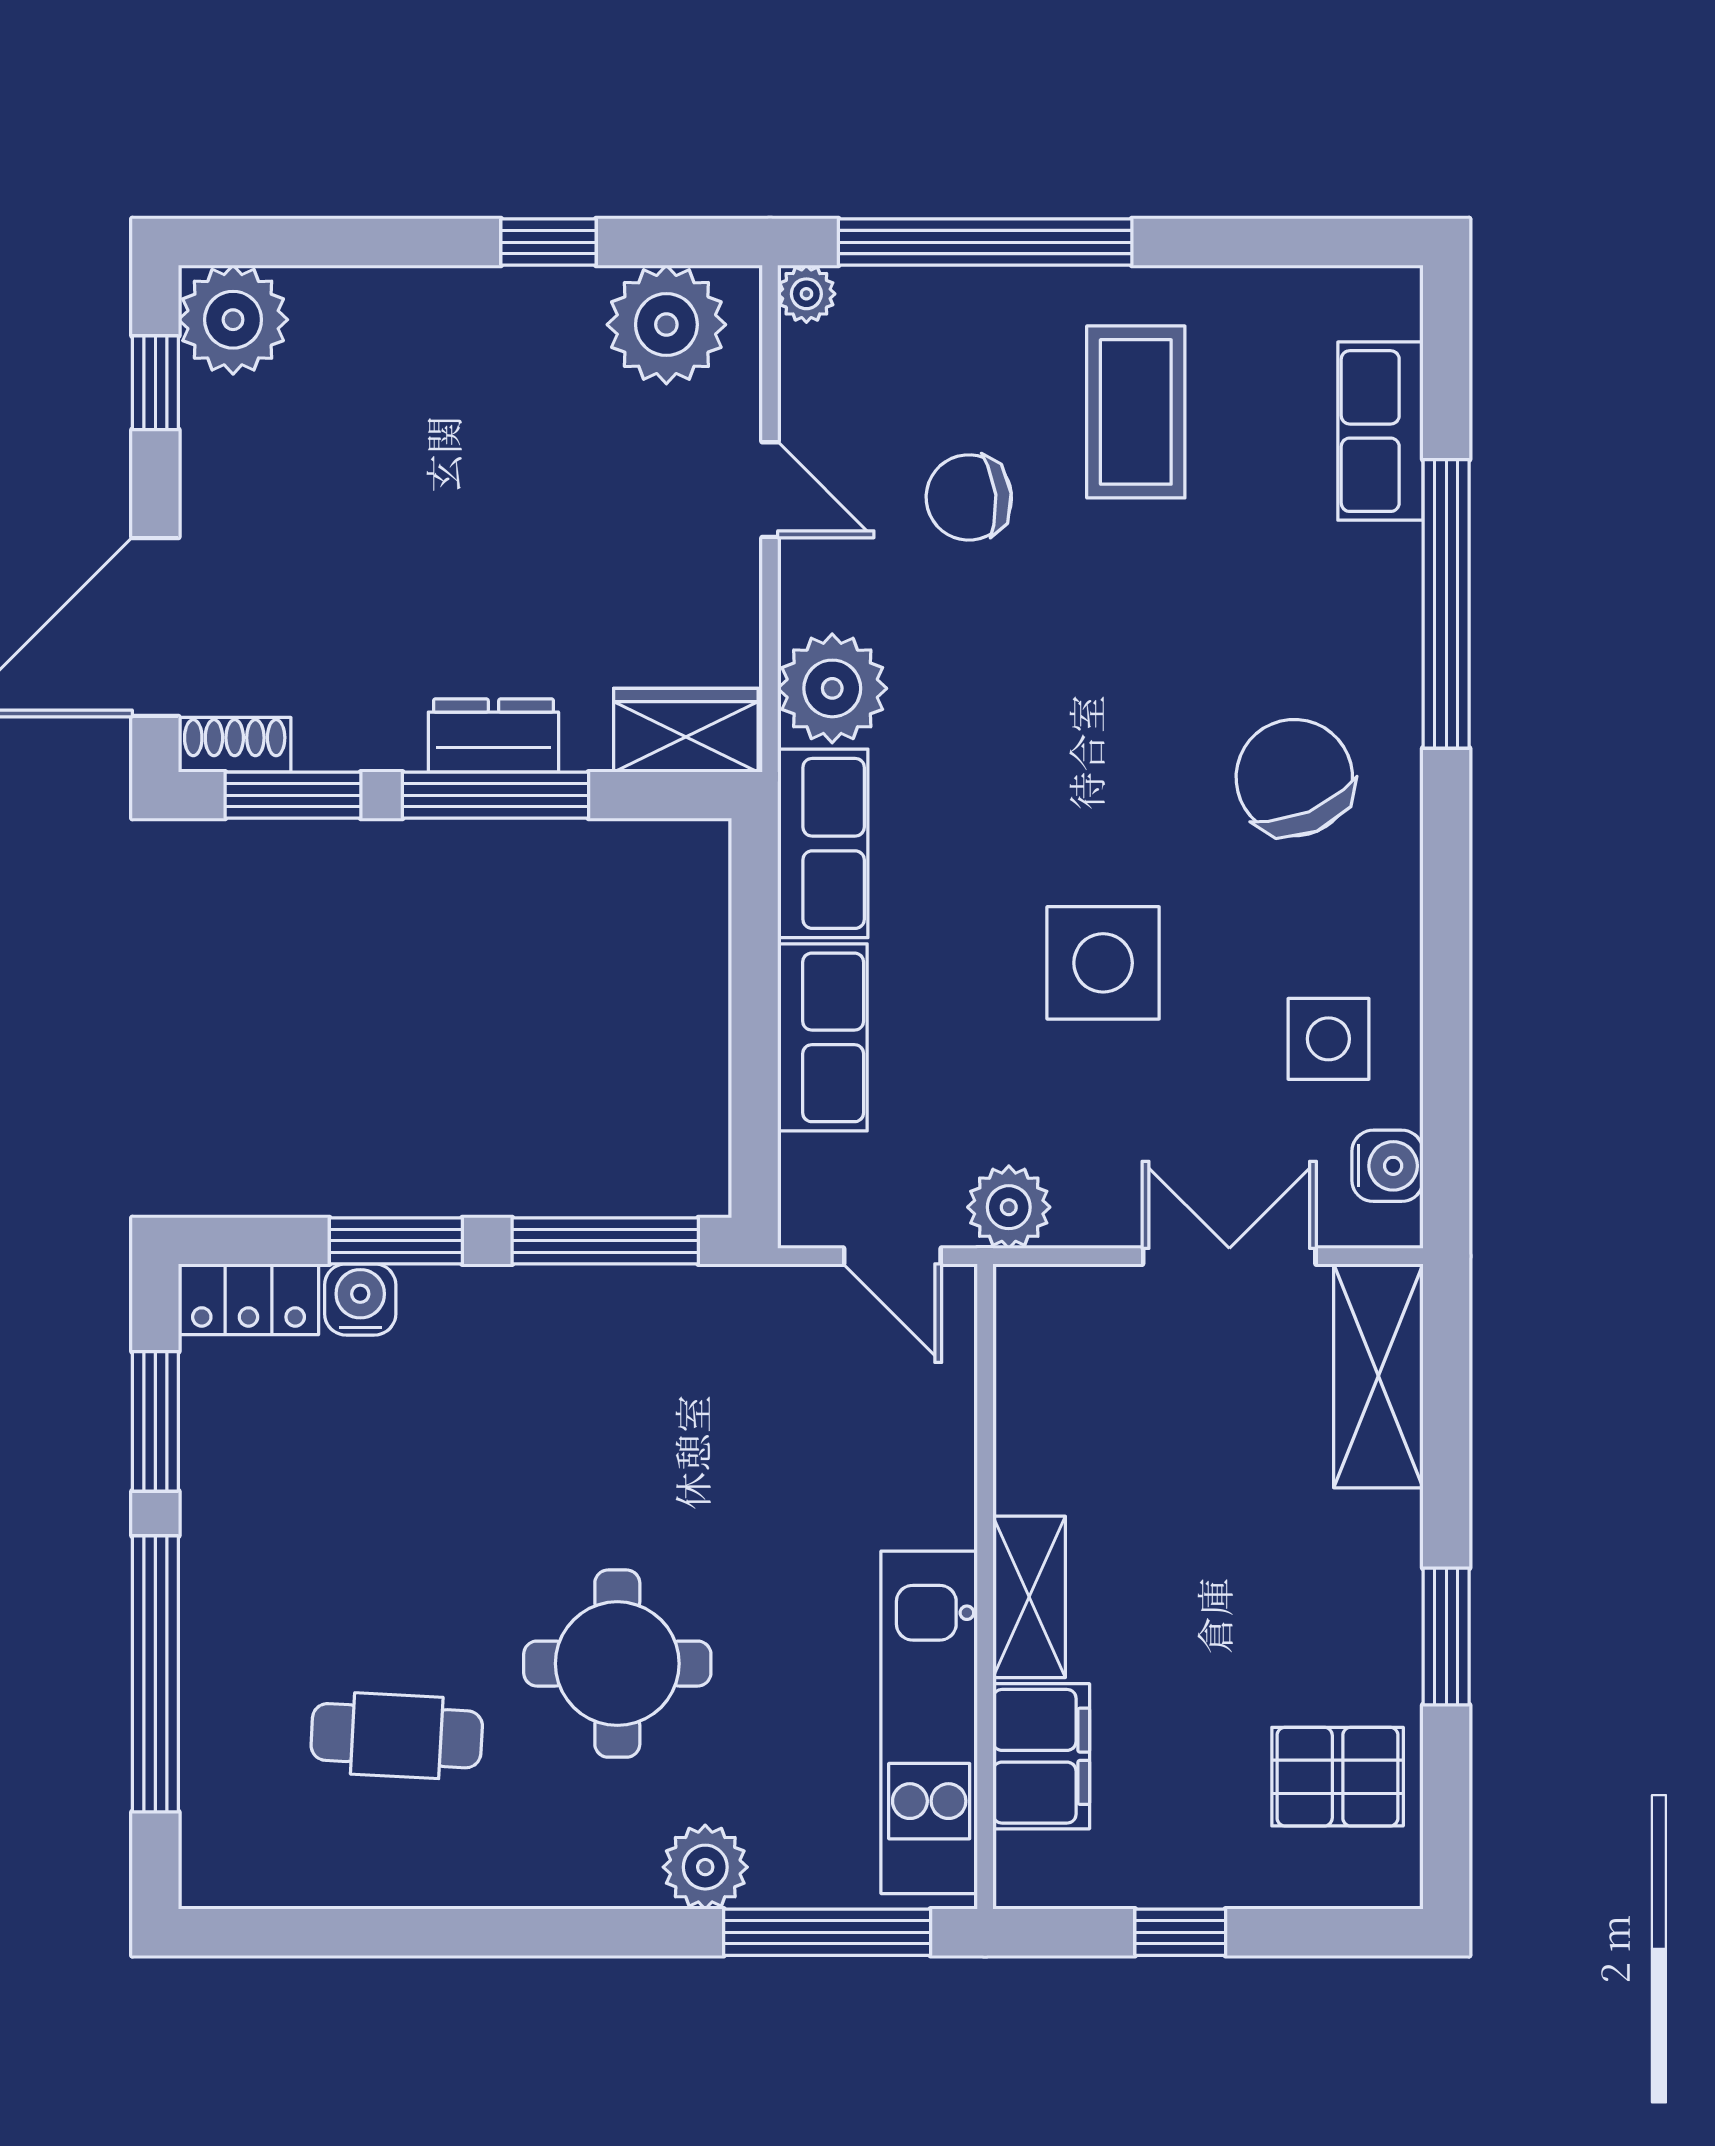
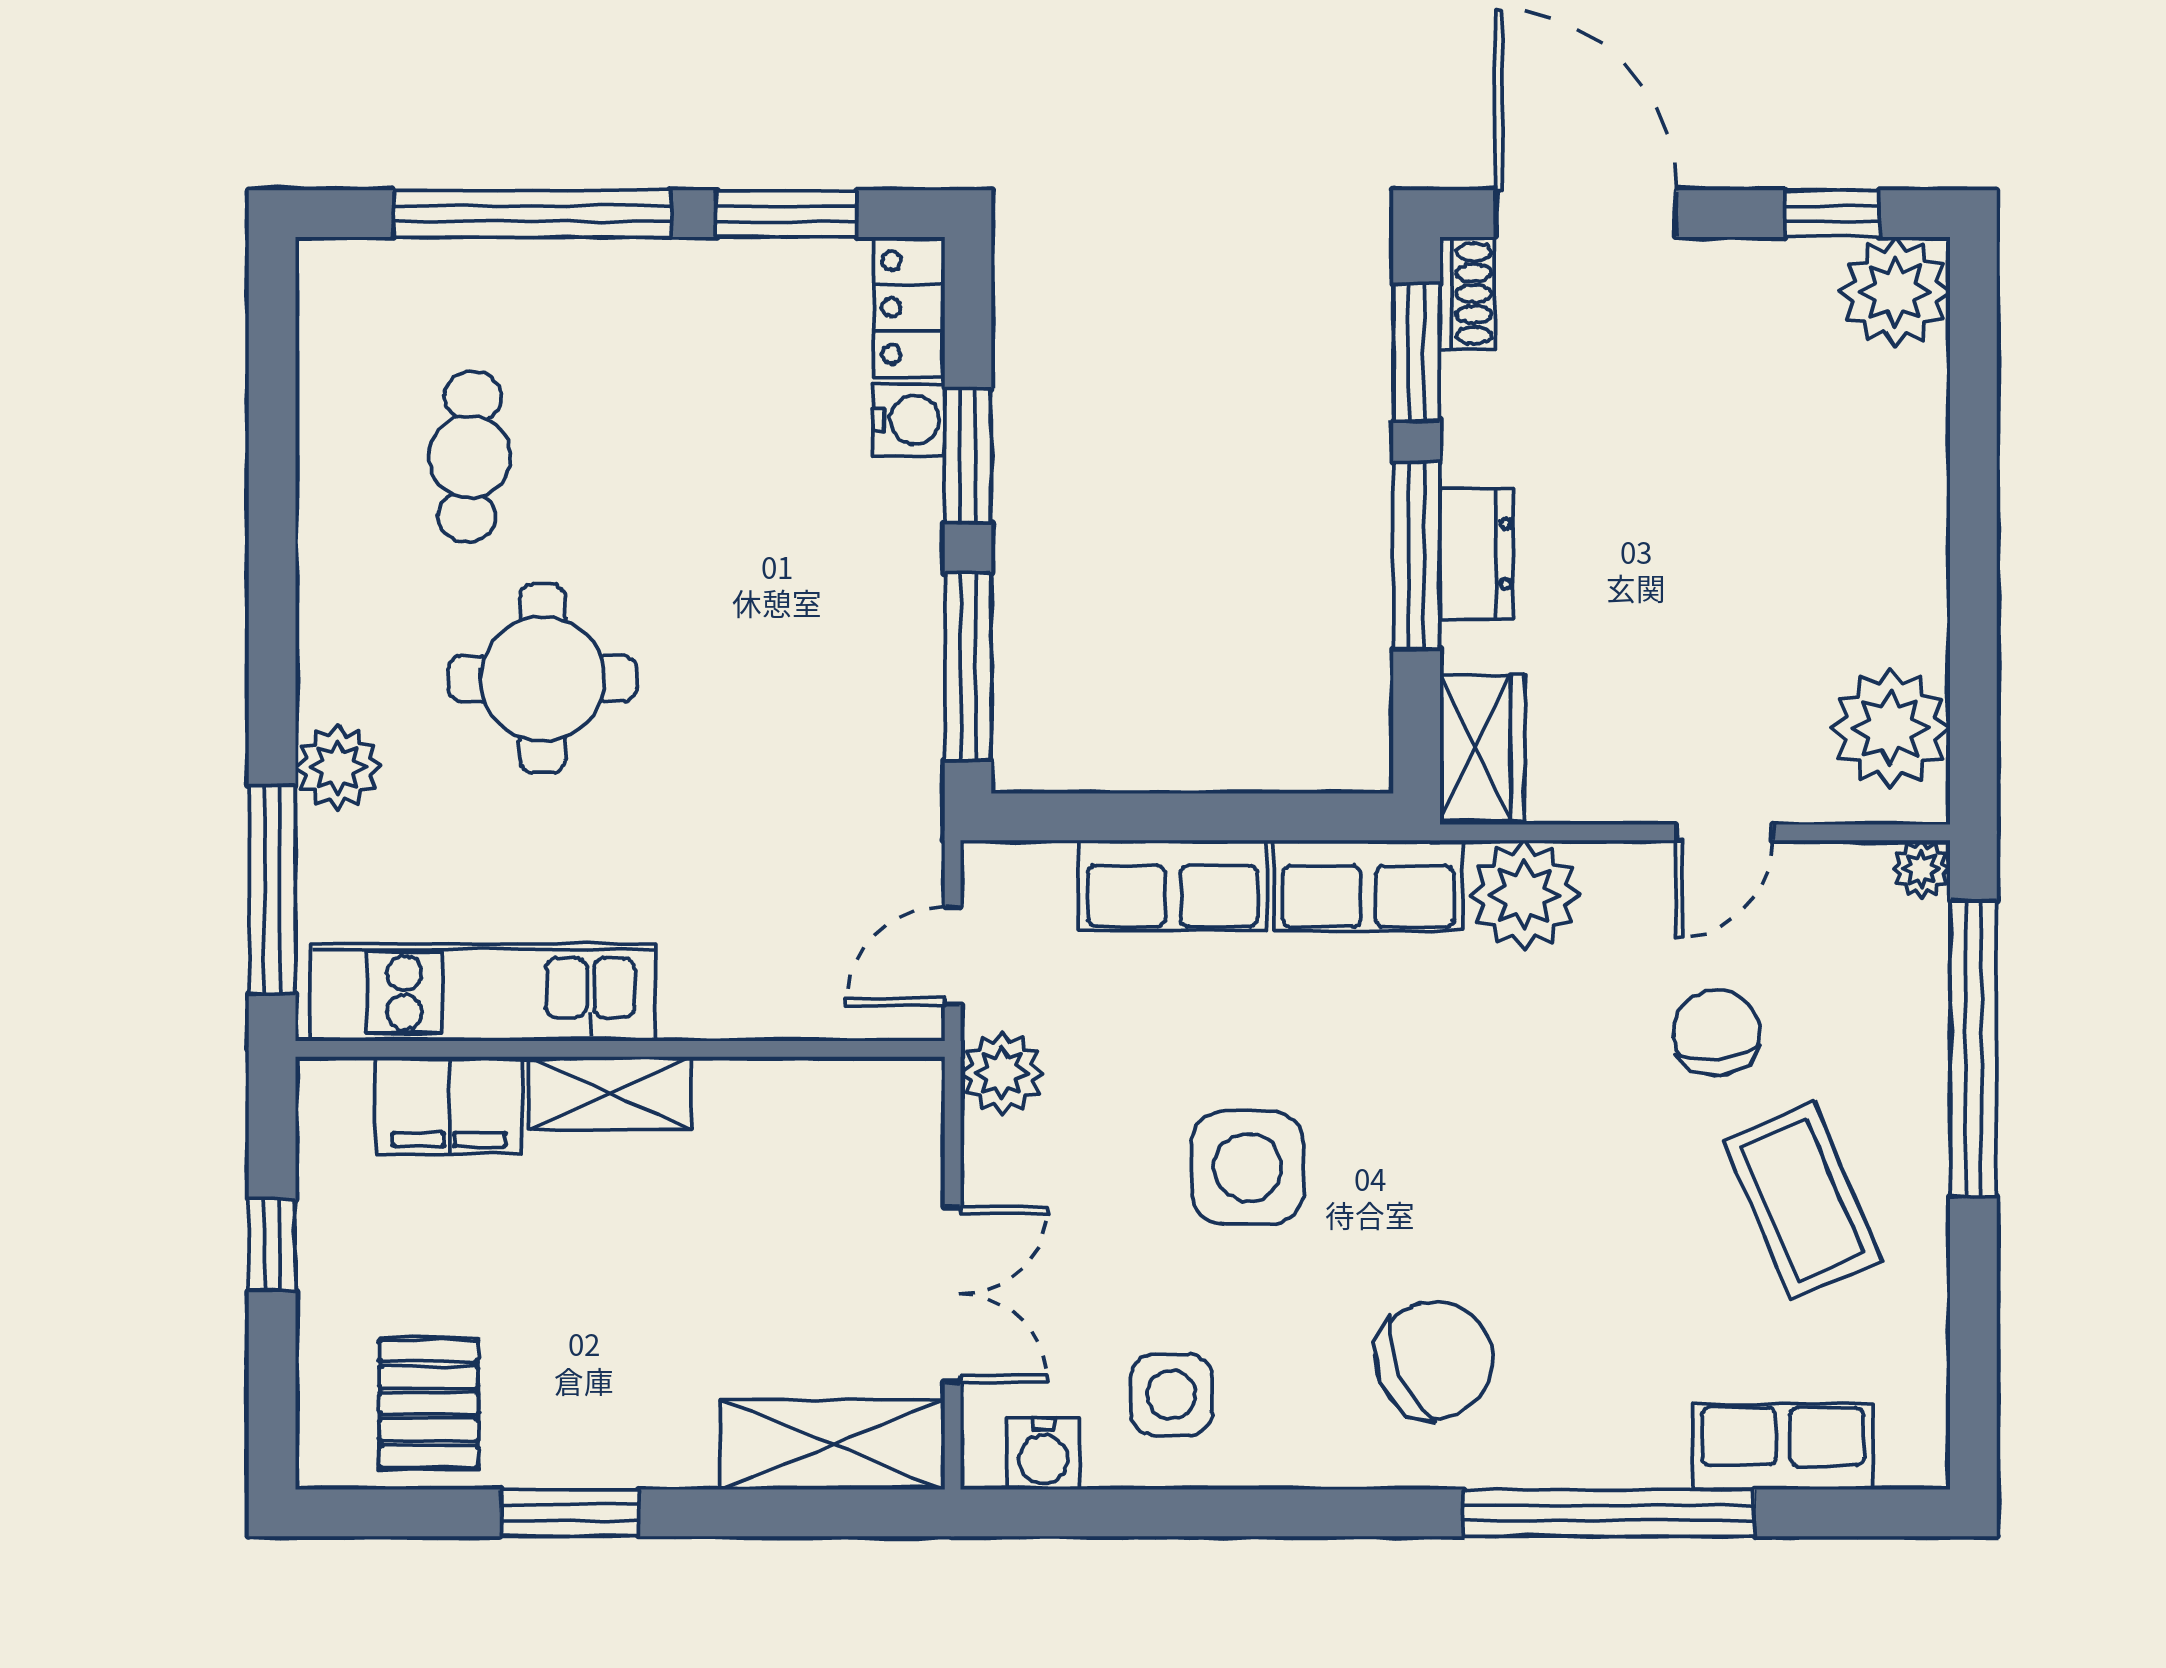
window: (549, 242) -> (1973, 609), removed
coffee table: (1136, 412) -> (1802, 1201), turned 67

